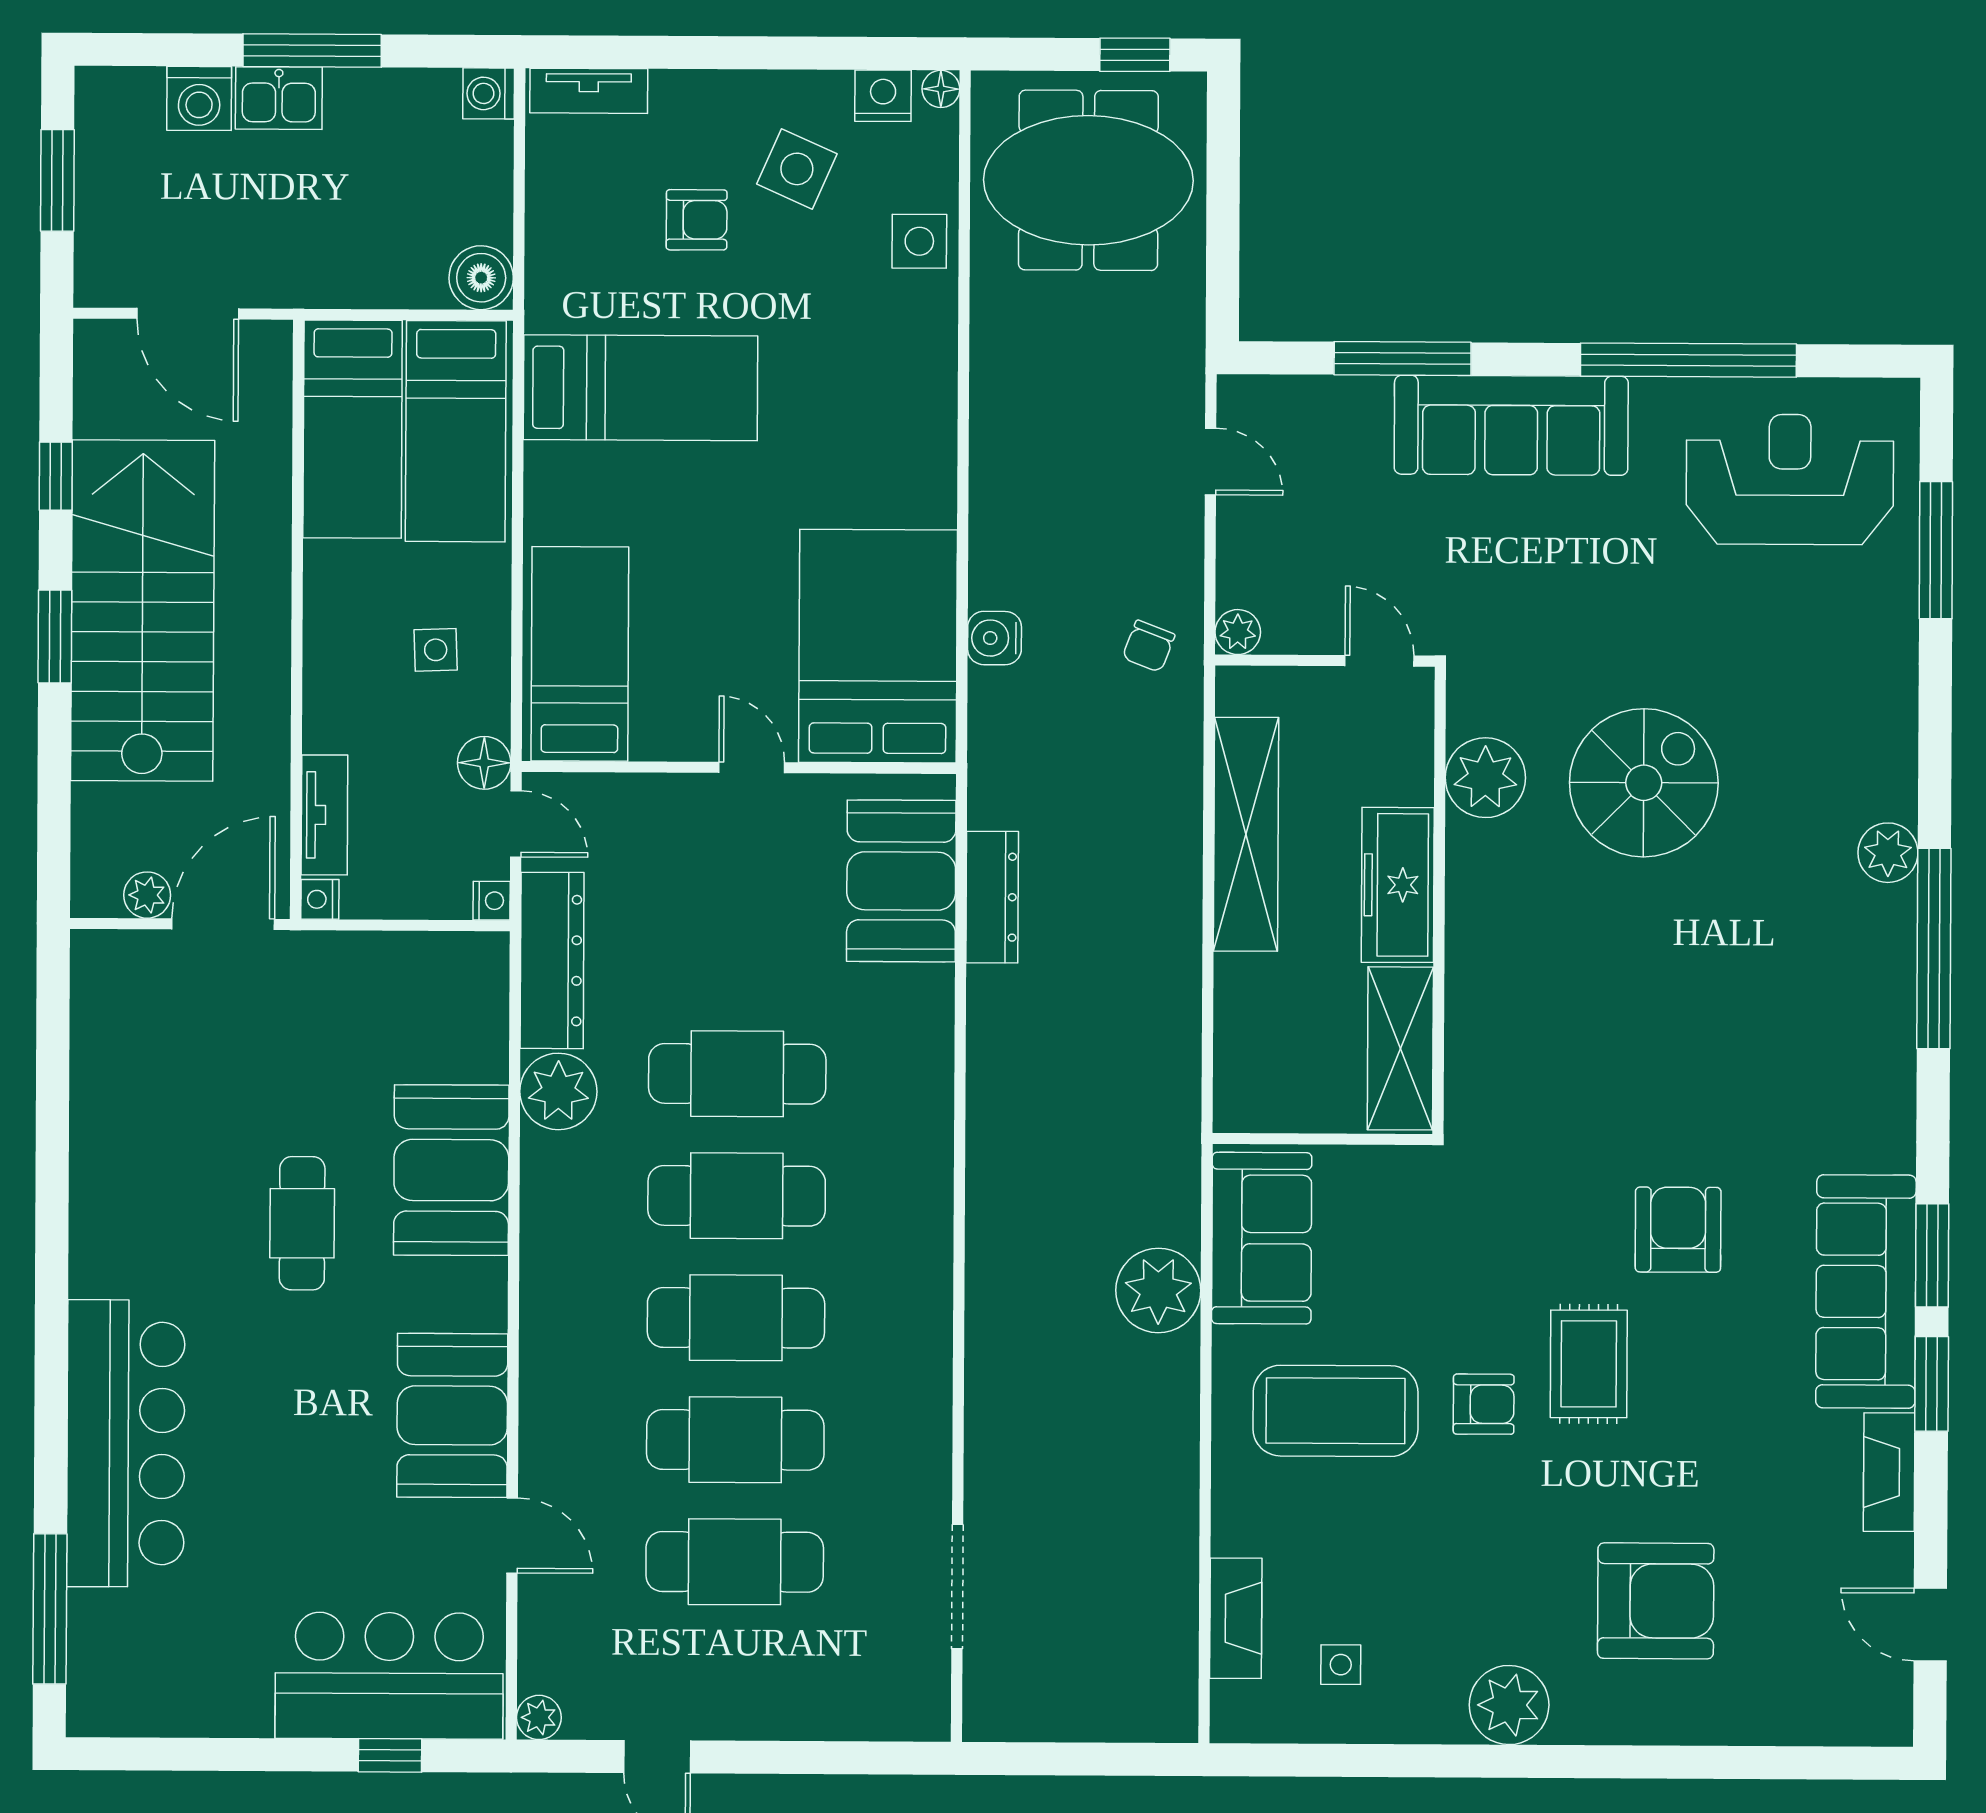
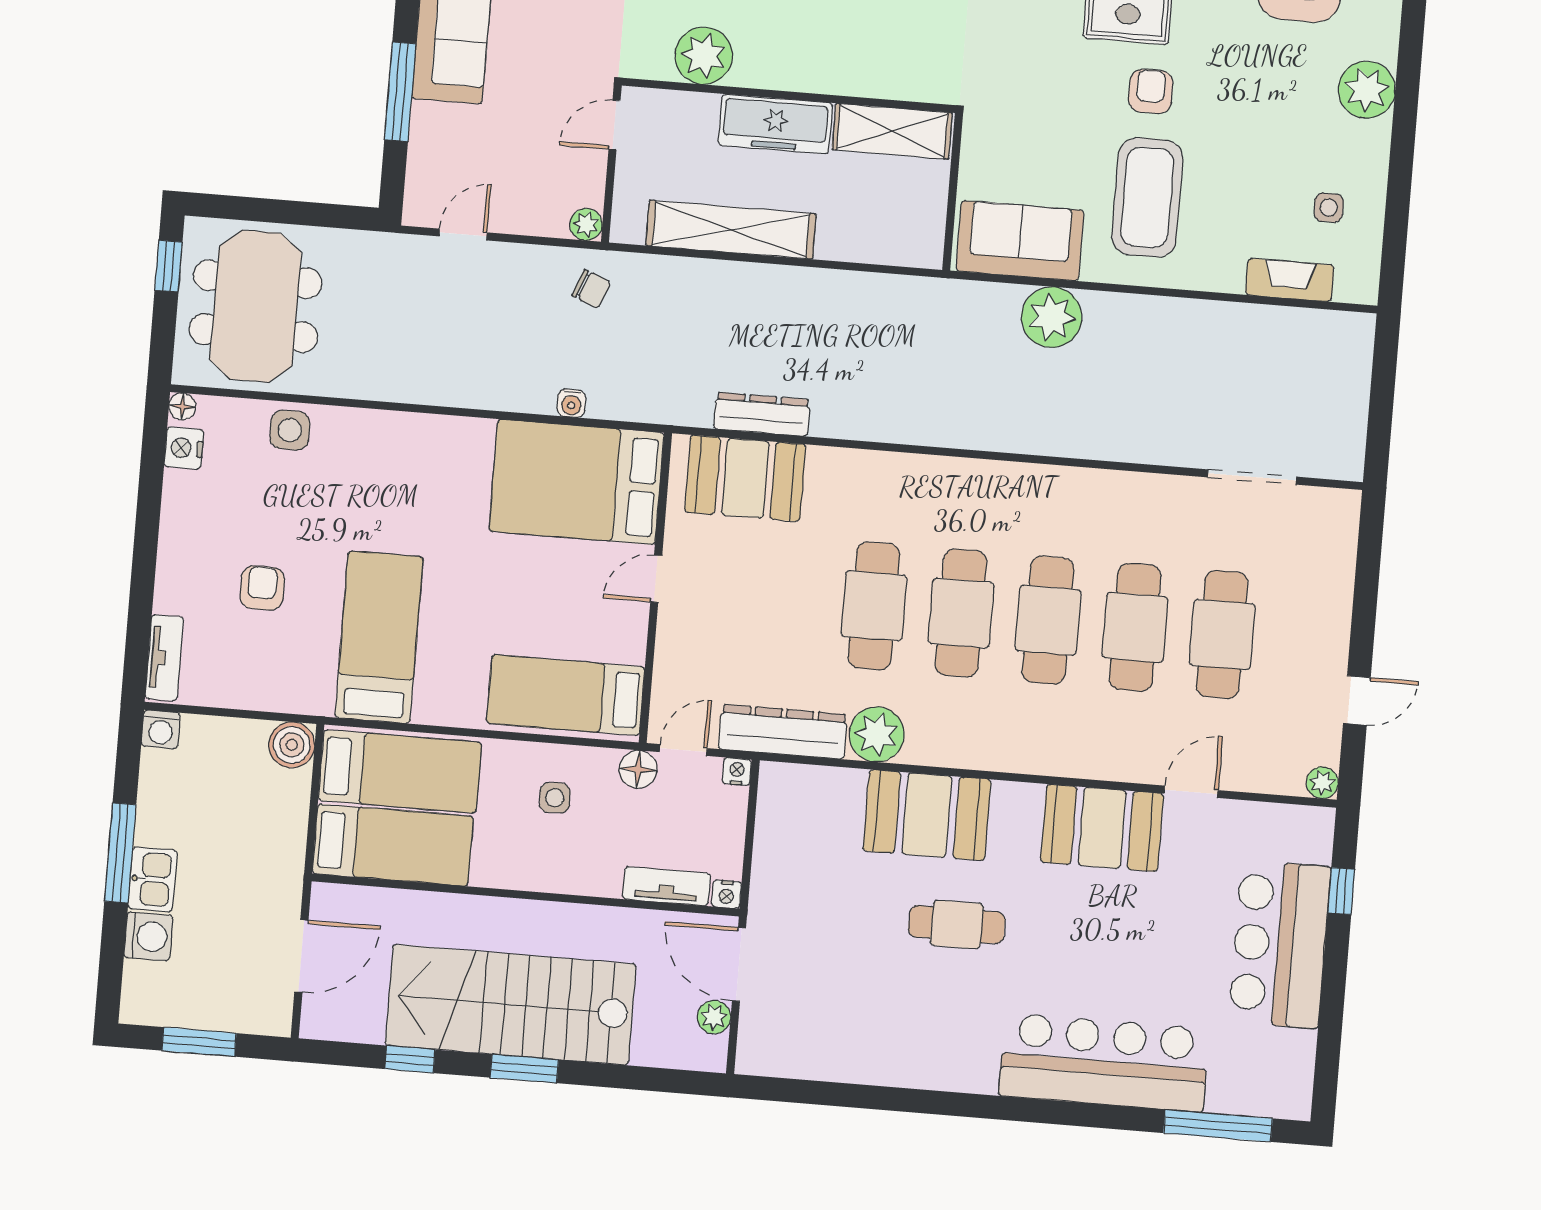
side table: (797, 169) -> (231, 514), removed
water cooler: (994, 638) -> (571, 403), width x0.72, depth x0.72
bar counter: (389, 1676) -> (1280, 944), moved

